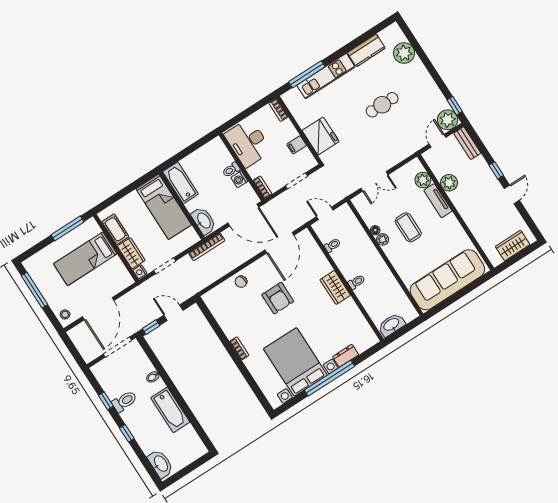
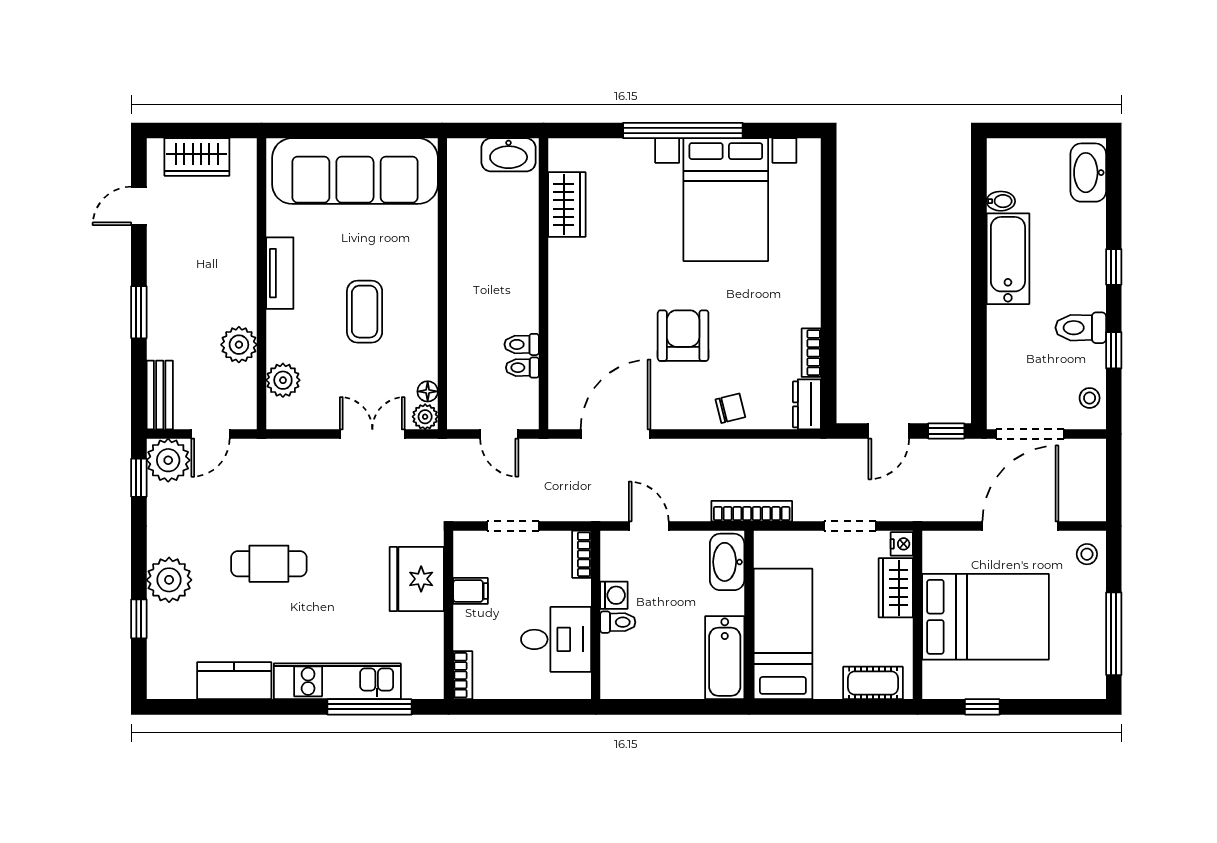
window: (419, 50) -> (139, 619), added
plant: (404, 53) -> (169, 580), moved
desk: (248, 143) -> (556, 639), width x0.73
window: (496, 170) -> (139, 312), width x1.50
door: (512, 194) -> (139, 206), moved
tv unit: (438, 201) -> (280, 273), moved
door: (243, 215) -> (649, 526), width x0.53
window: (67, 228) -> (982, 707), width x0.46
cot: (115, 229) -> (873, 683), moved, turned 90
floor lamp: (375, 230) -> (428, 391), moved
plant: (383, 239) -> (425, 417), moved
bed: (85, 259) -> (986, 617), width x1.50
toilet: (357, 282) -> (522, 344), moved
wardrobe: (335, 287) -> (567, 204), moved
door: (173, 313) -> (889, 431), hinge flipped
bookcase: (239, 348) -> (811, 353), moved
dresser: (346, 356) -> (807, 404), moved, turned 90
stool: (103, 376) -> (1090, 398), added
bidet: (153, 377) -> (1001, 201), moved

